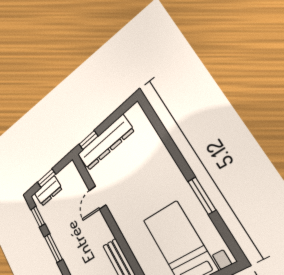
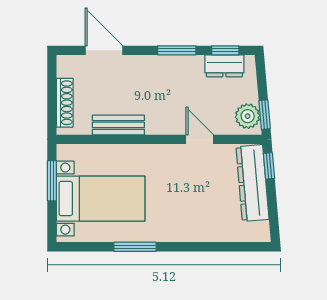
plant: (67, 176) -> (248, 116), added
window: (46, 178) -> (265, 115), moved
dresser: (48, 191) -> (224, 66), moved, turned -85

